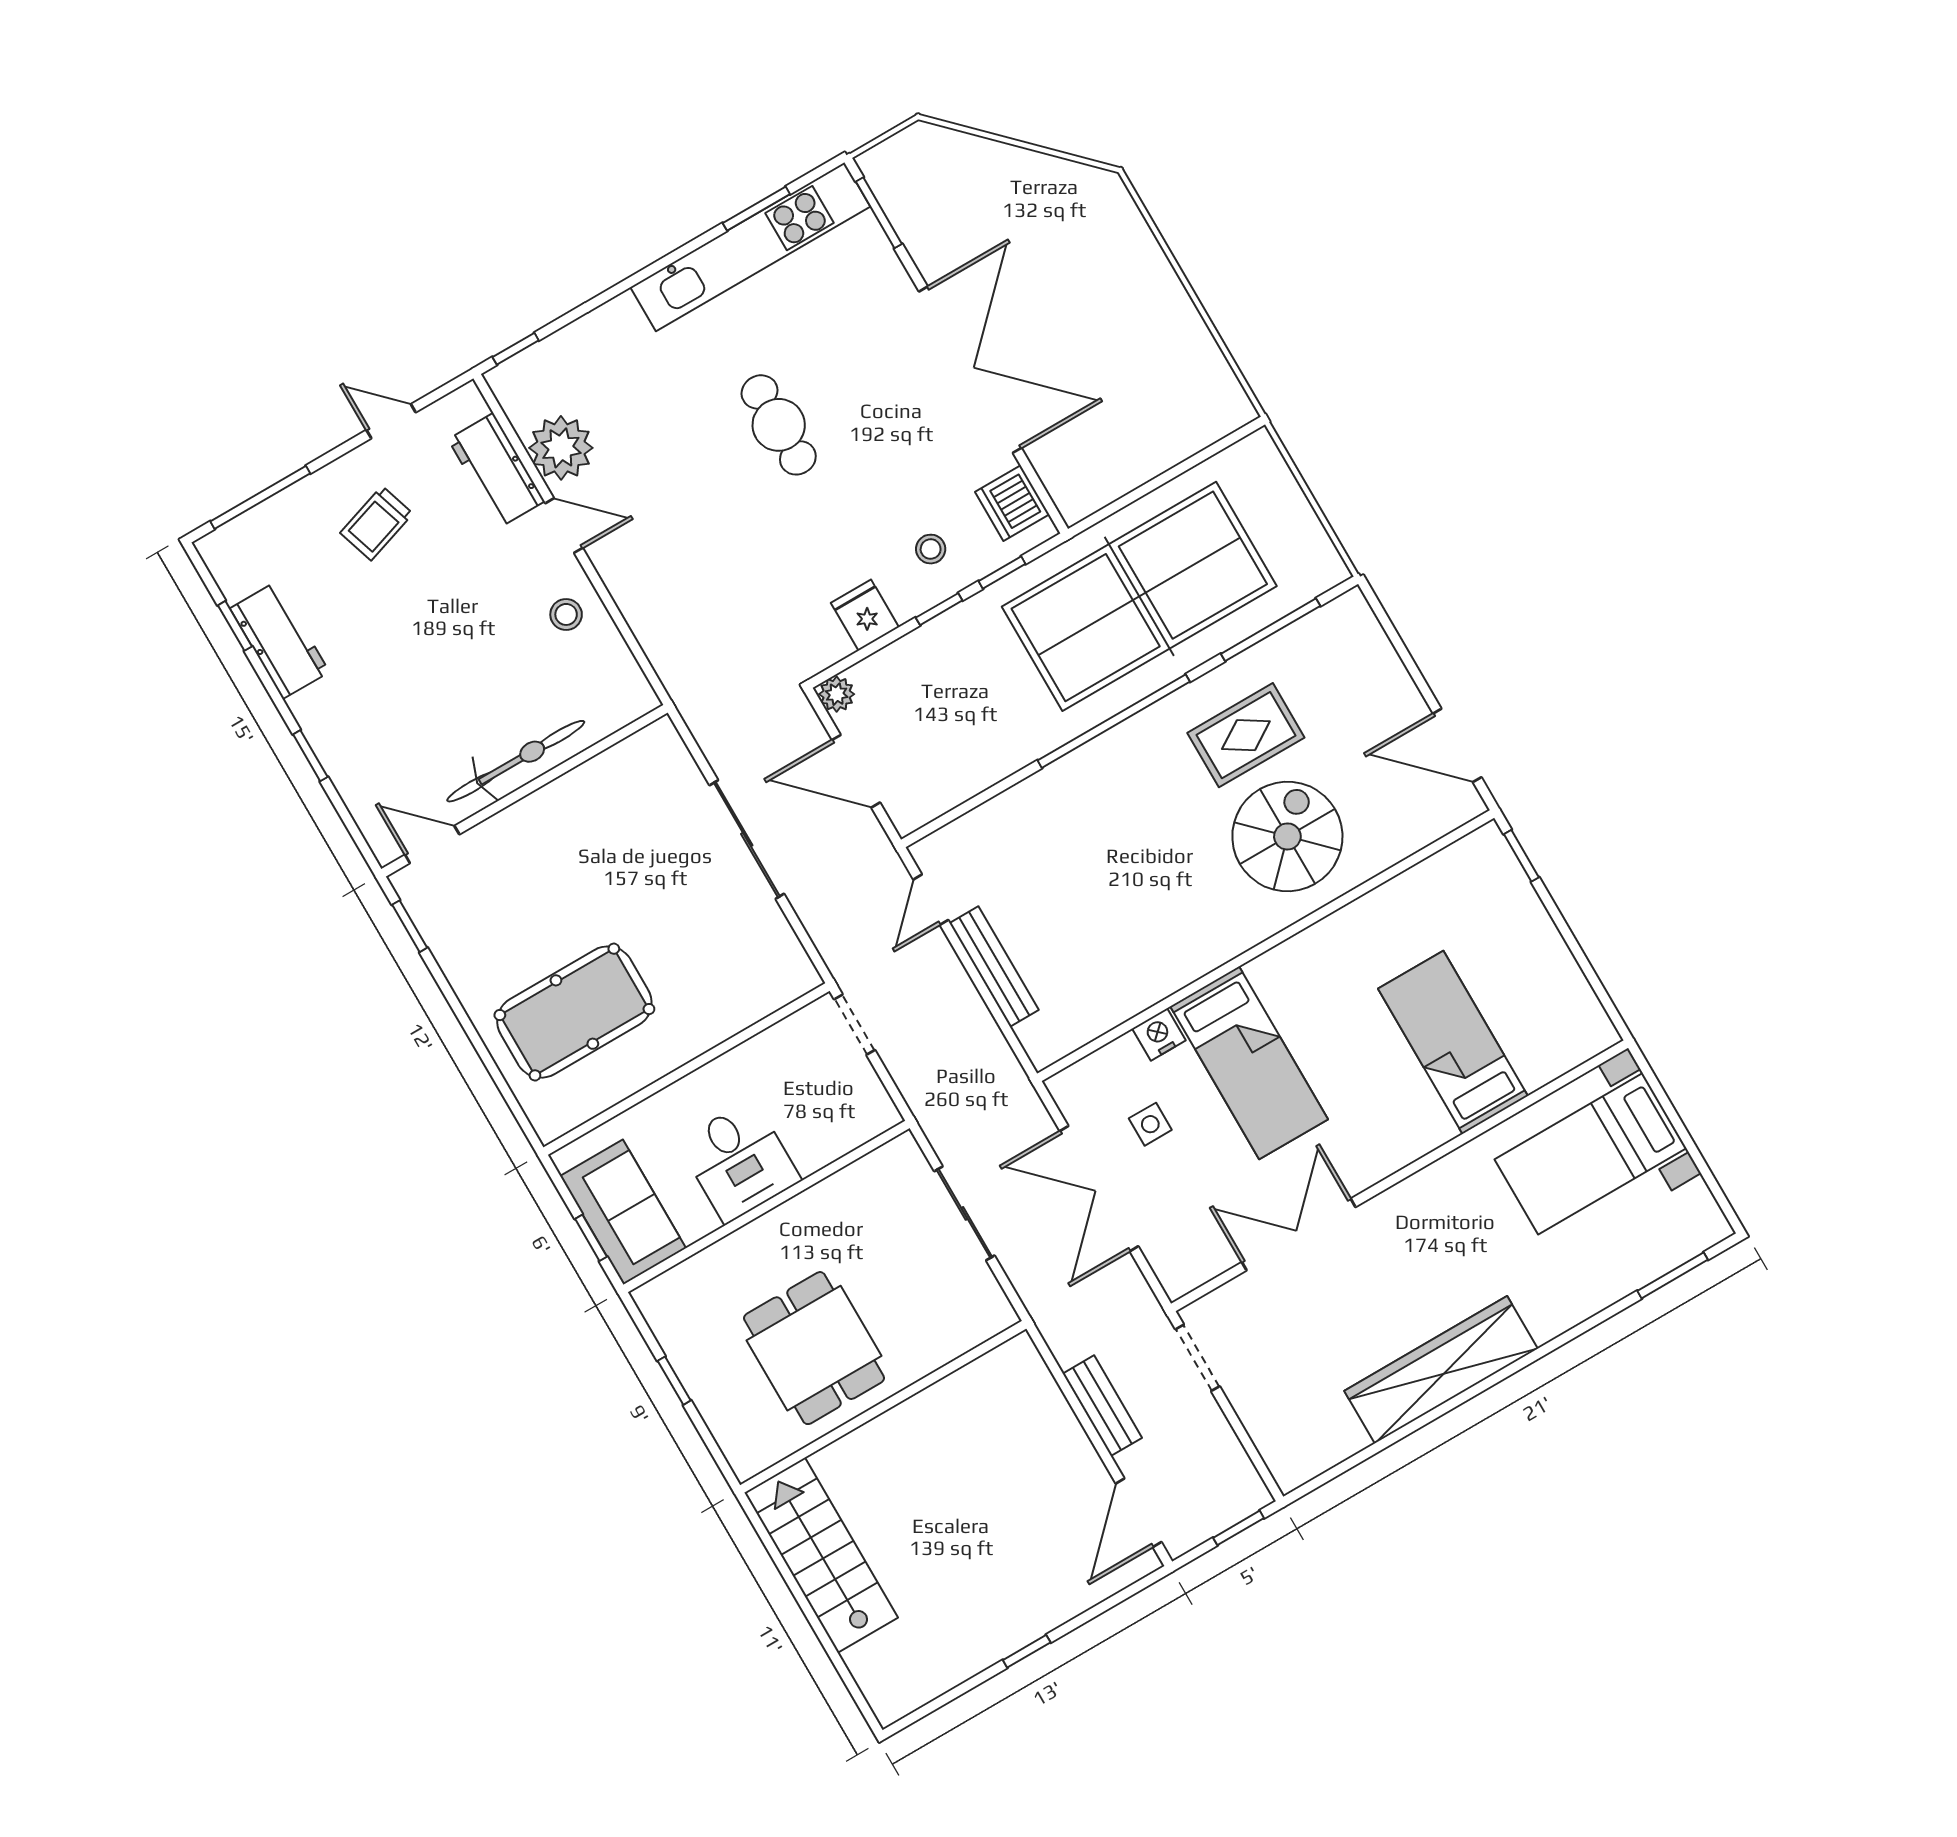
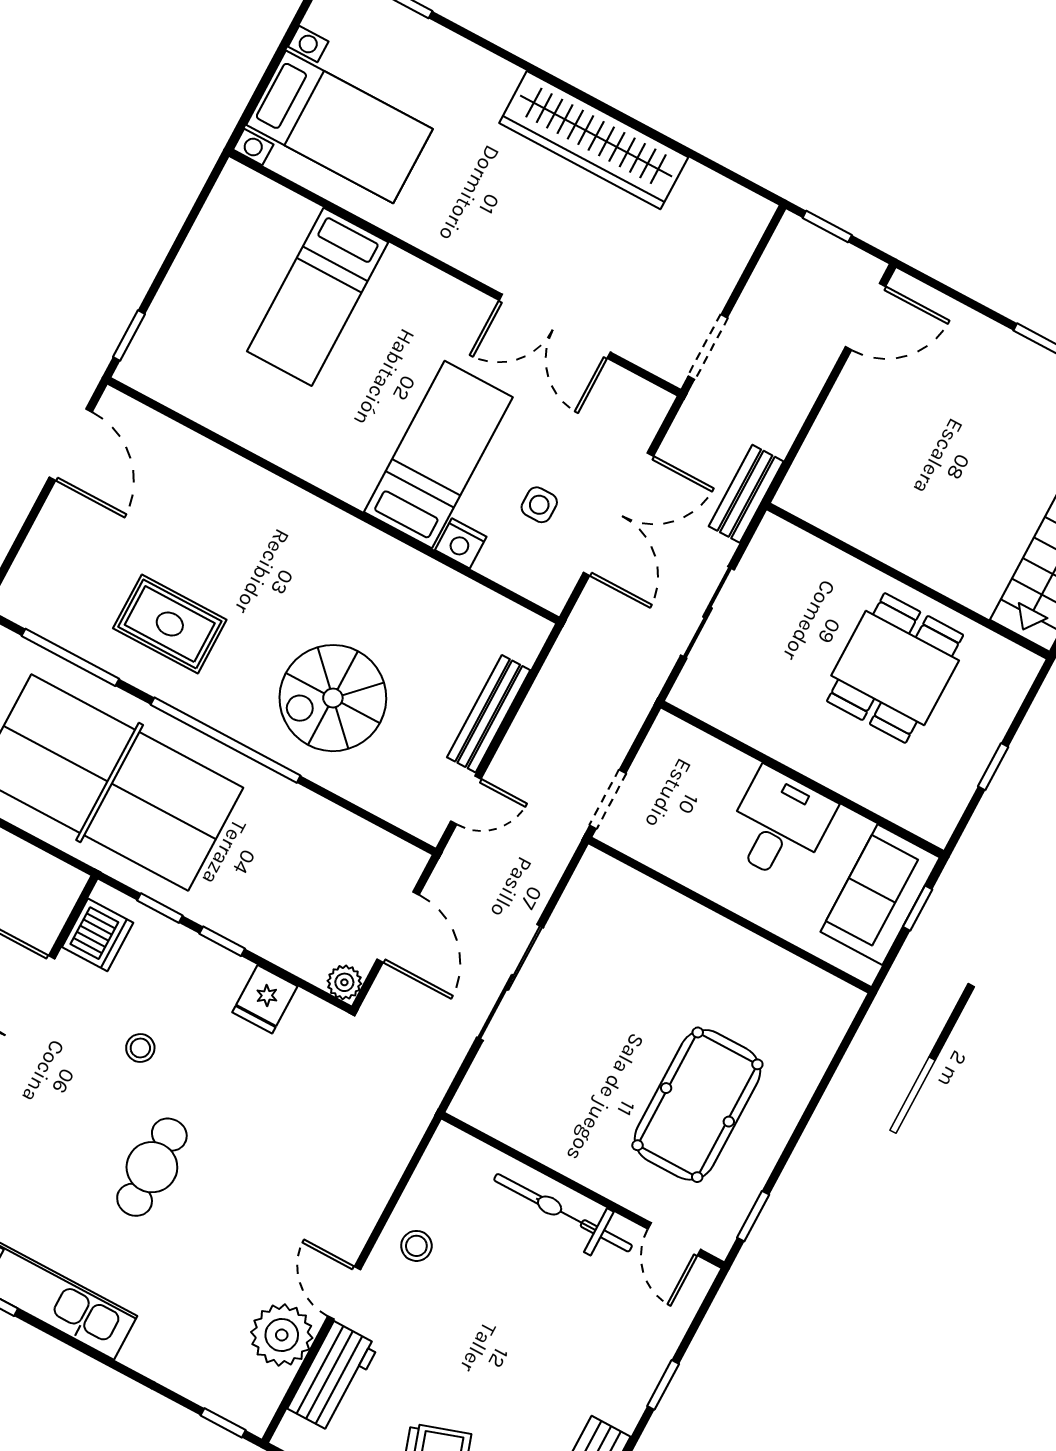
stool: (931, 549) -> (140, 1048), moved
spiral stairs: (1287, 836) -> (333, 698), moved
pool table: (574, 1012) -> (697, 1105), moved, turned 90
bench: (1102, 1406) -> (746, 494), moved

